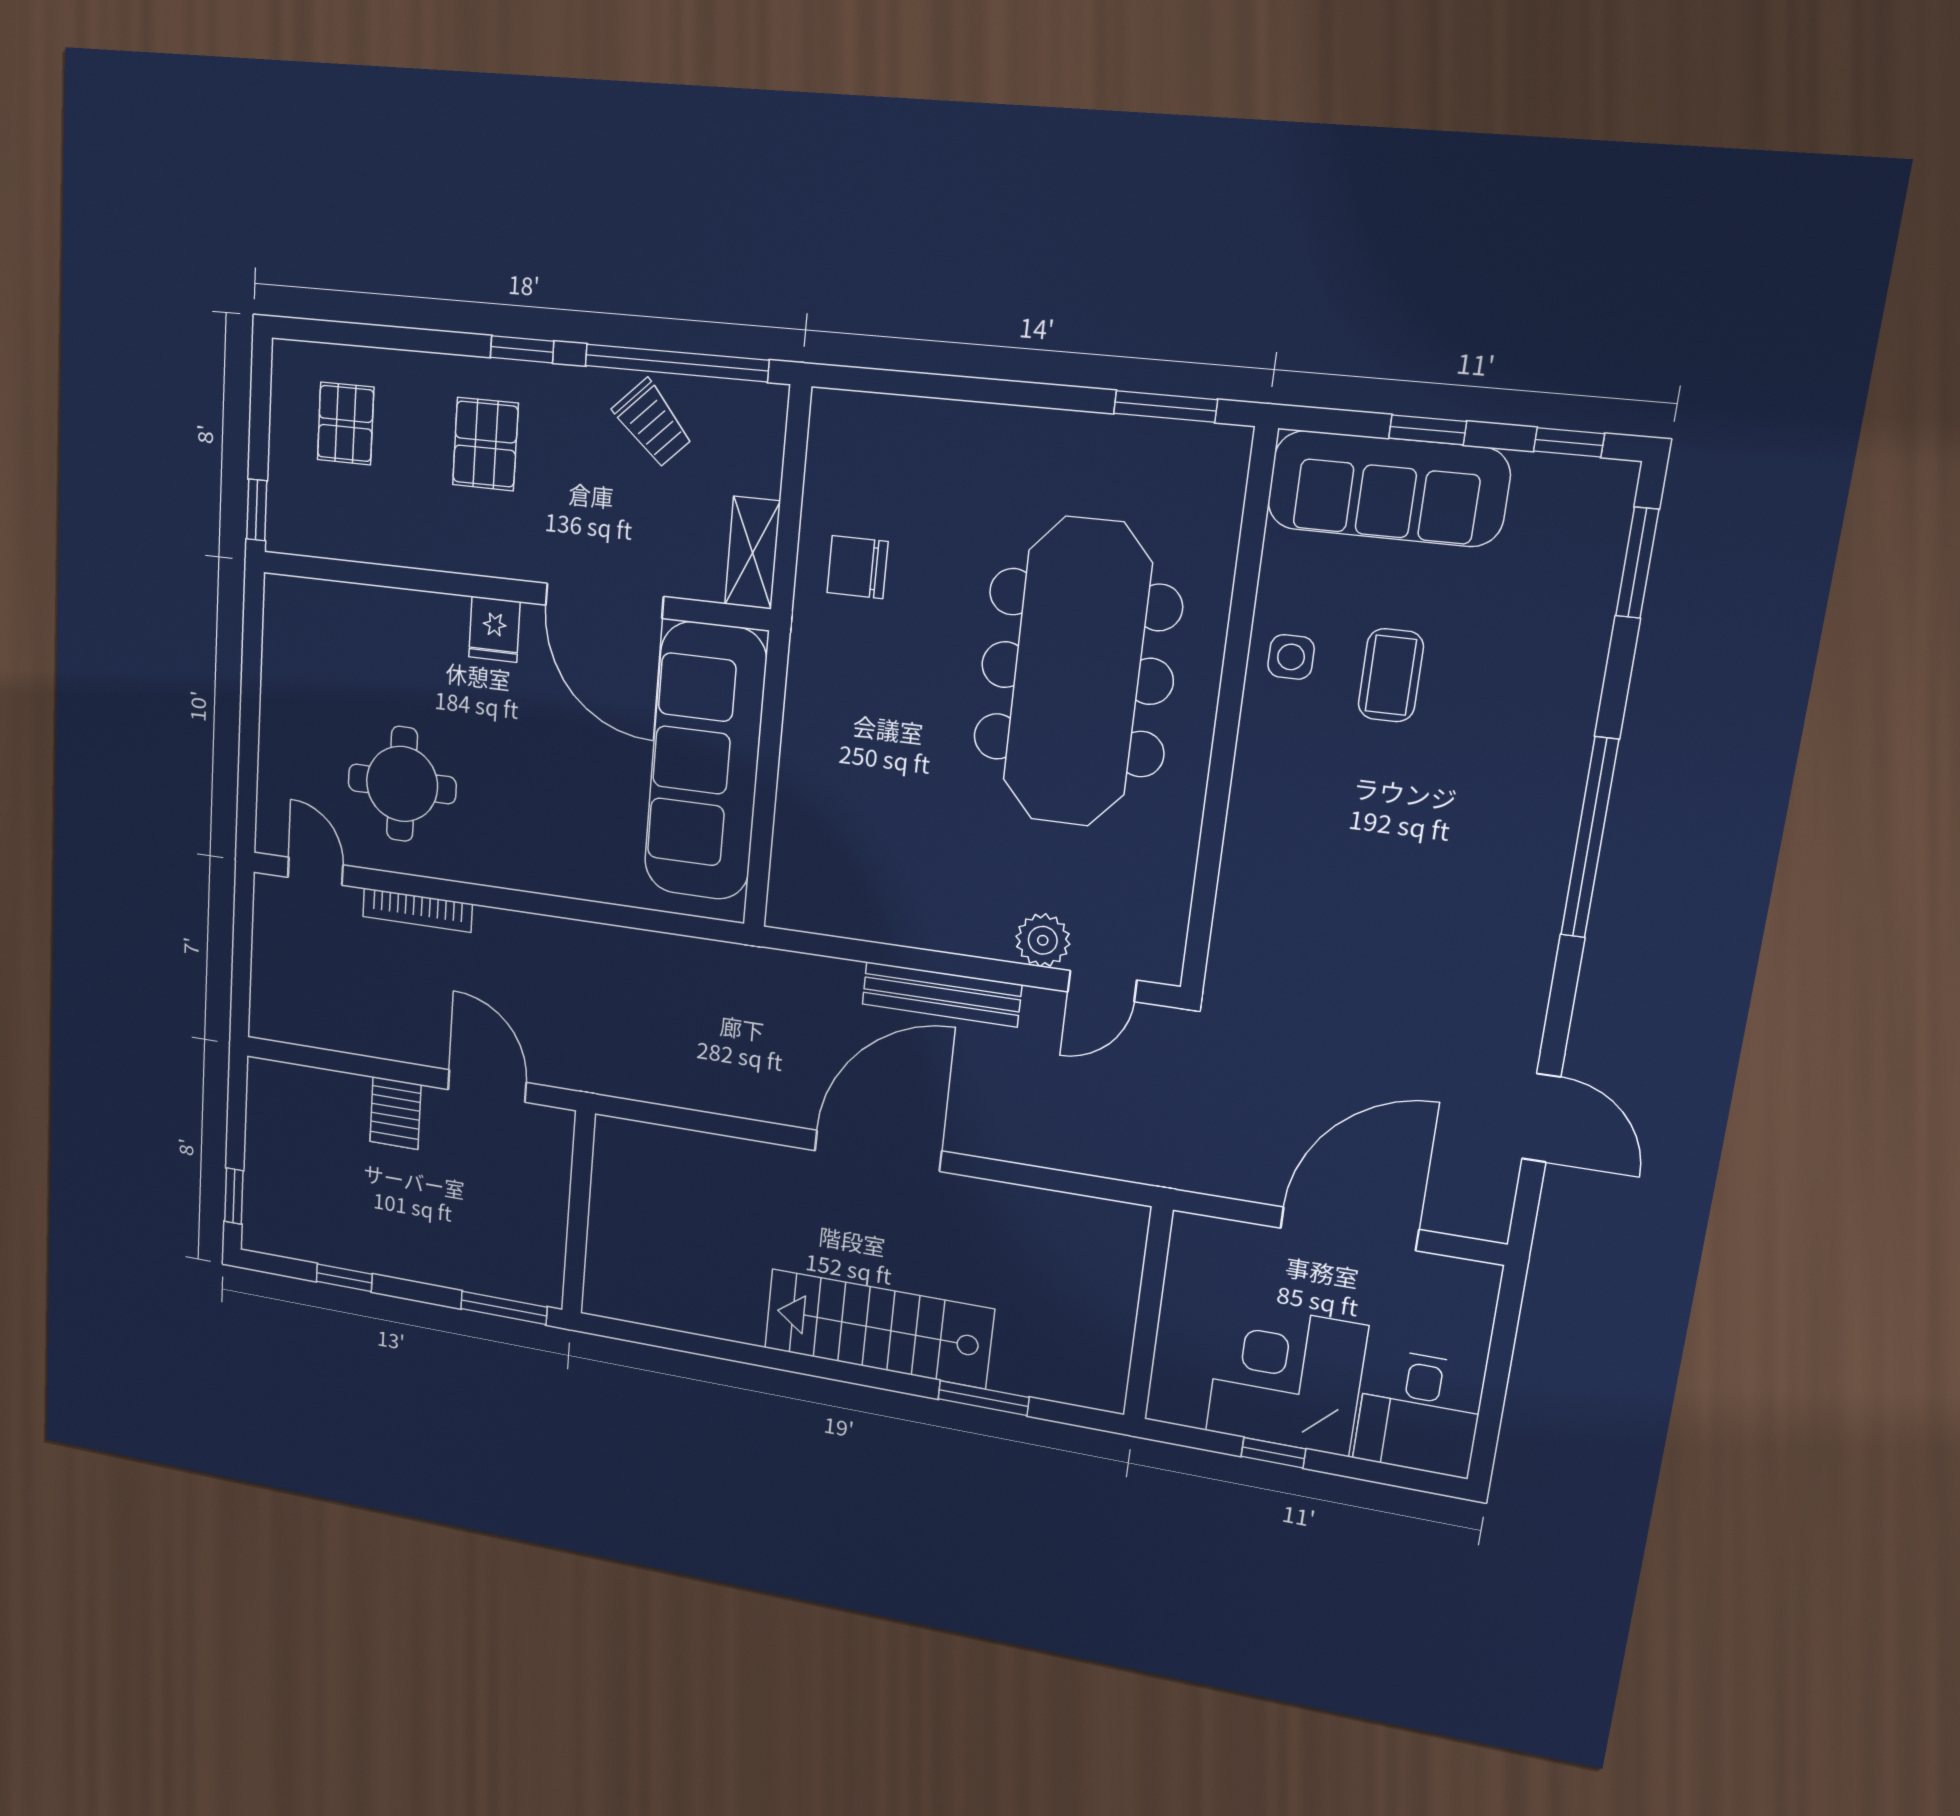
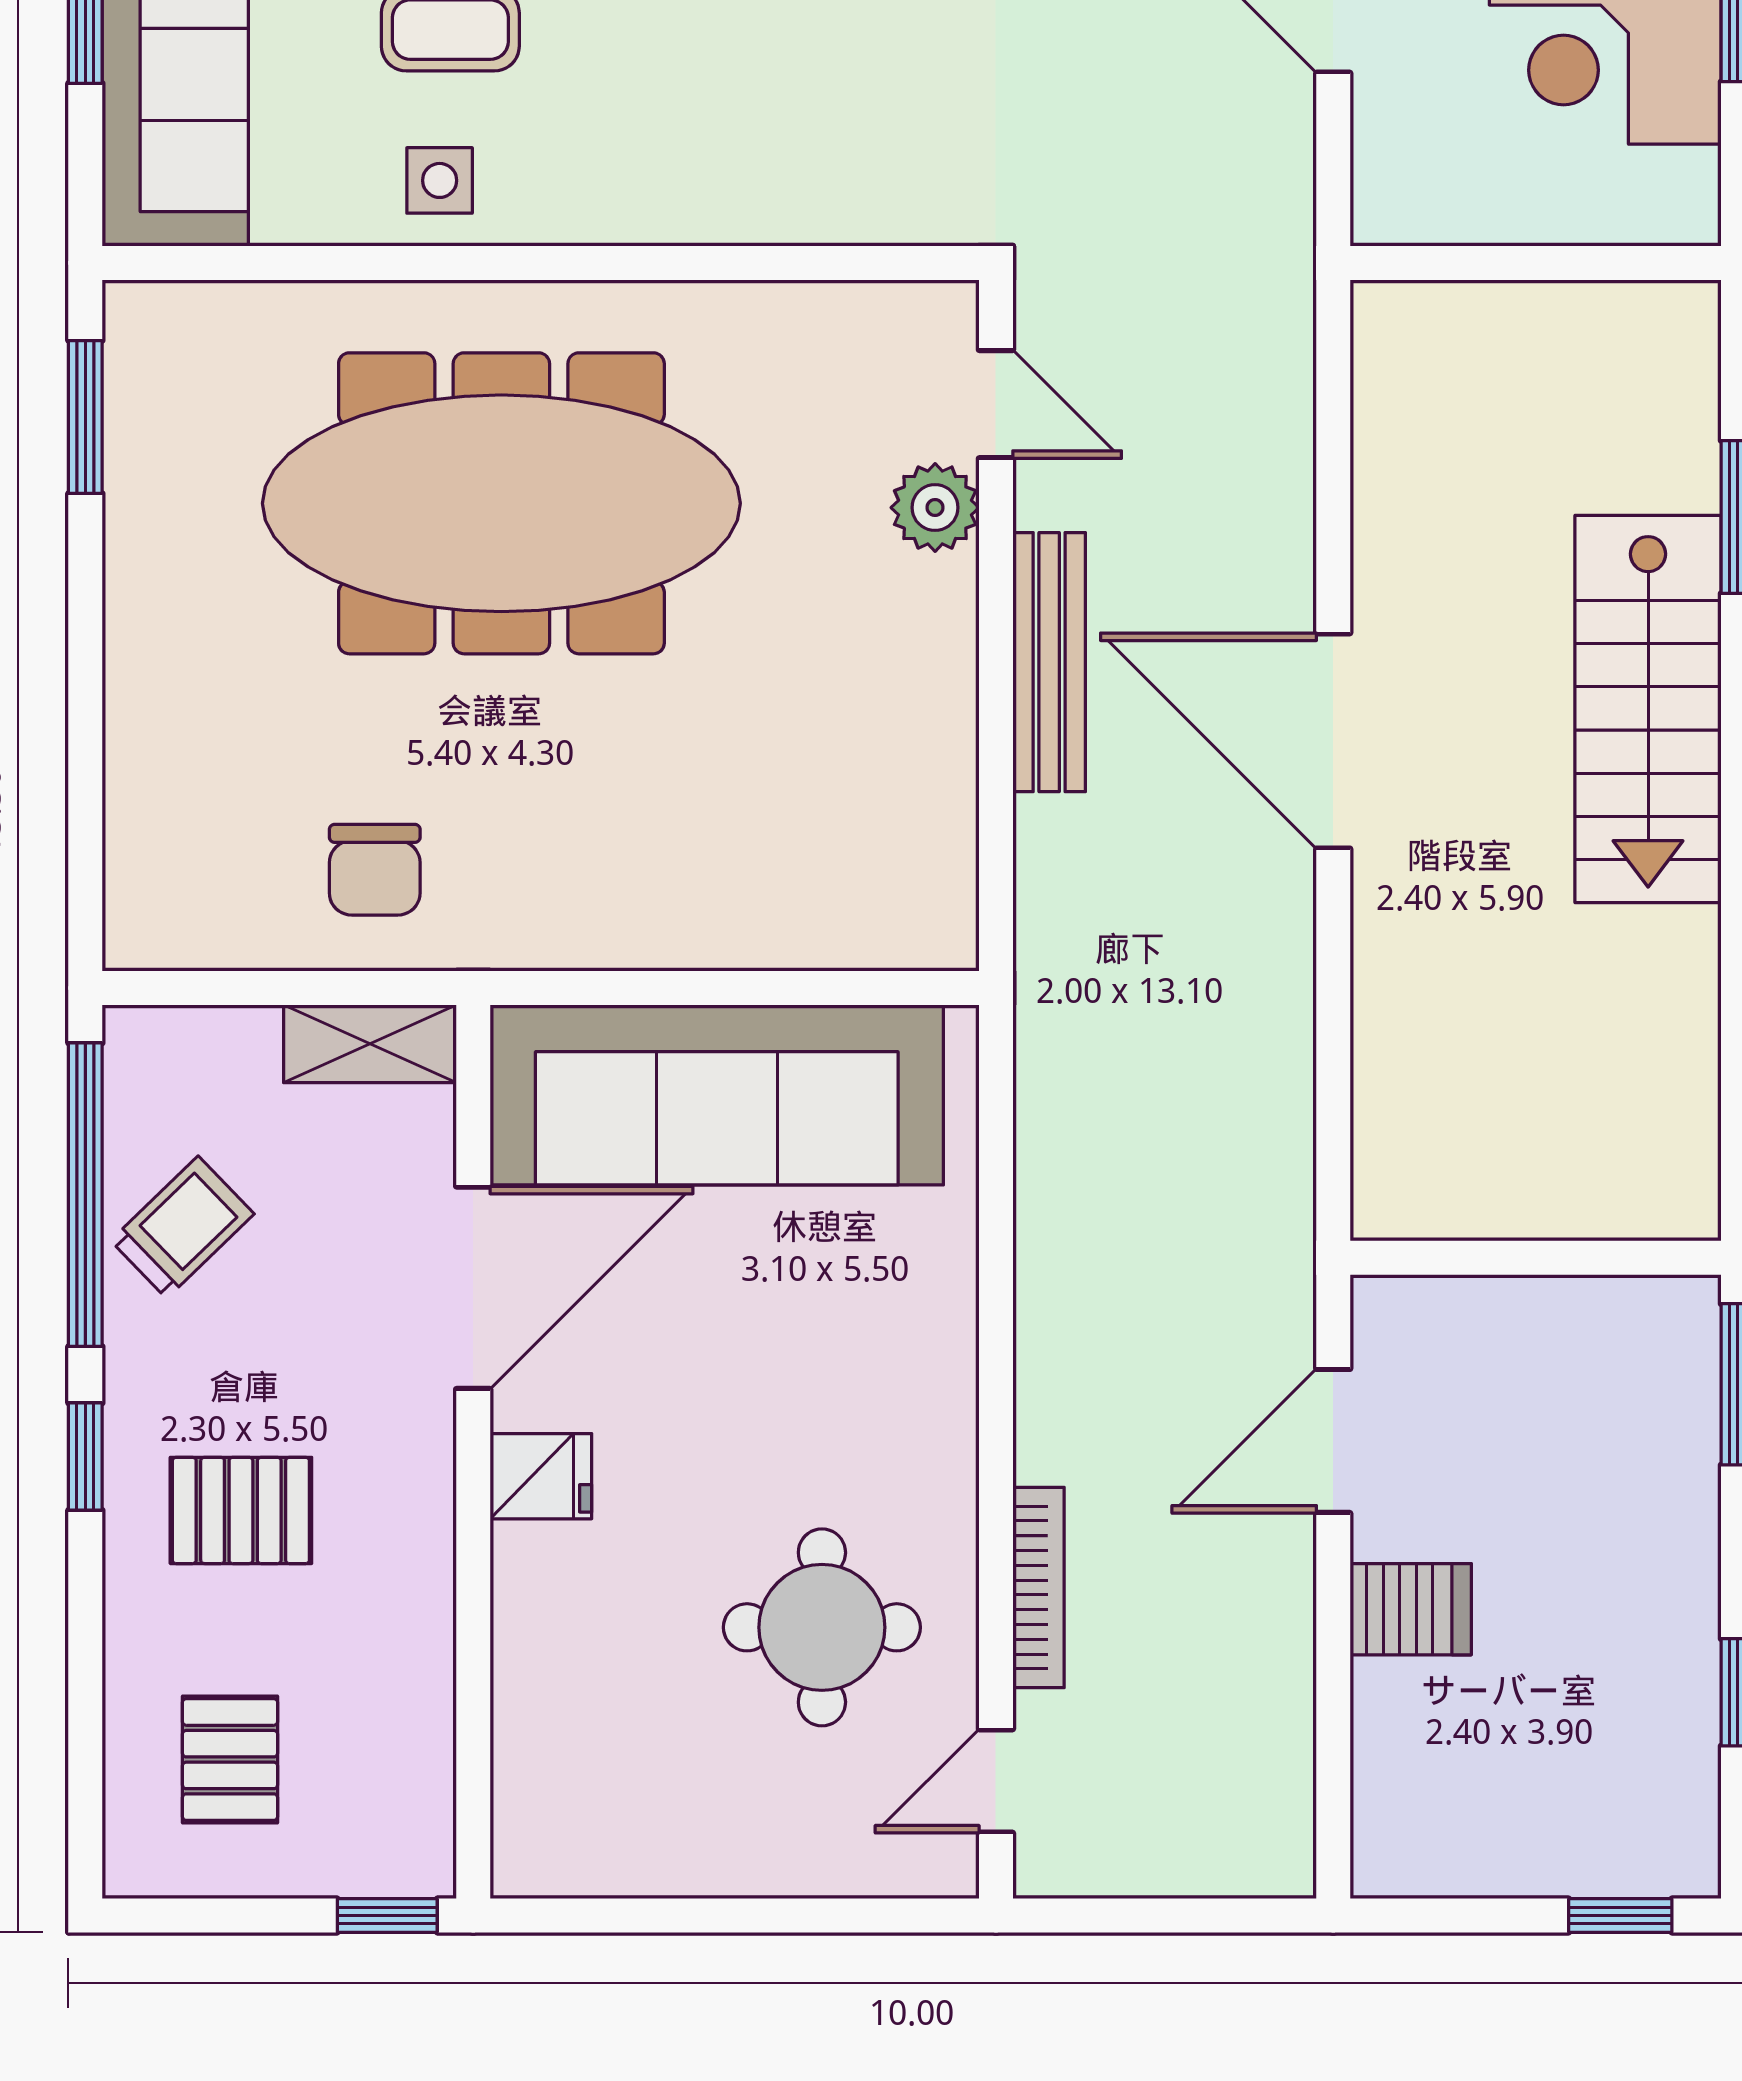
pallet: (346, 424) -> (230, 1760), turned 90

